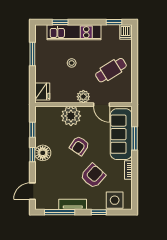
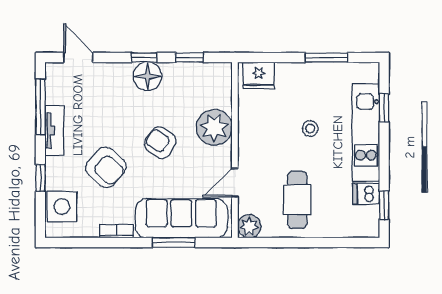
dishwasher: (126, 32) -> (366, 194), moved
cafe table: (111, 70) -> (297, 200), turned 32
plant: (83, 97) -> (249, 226), moved

